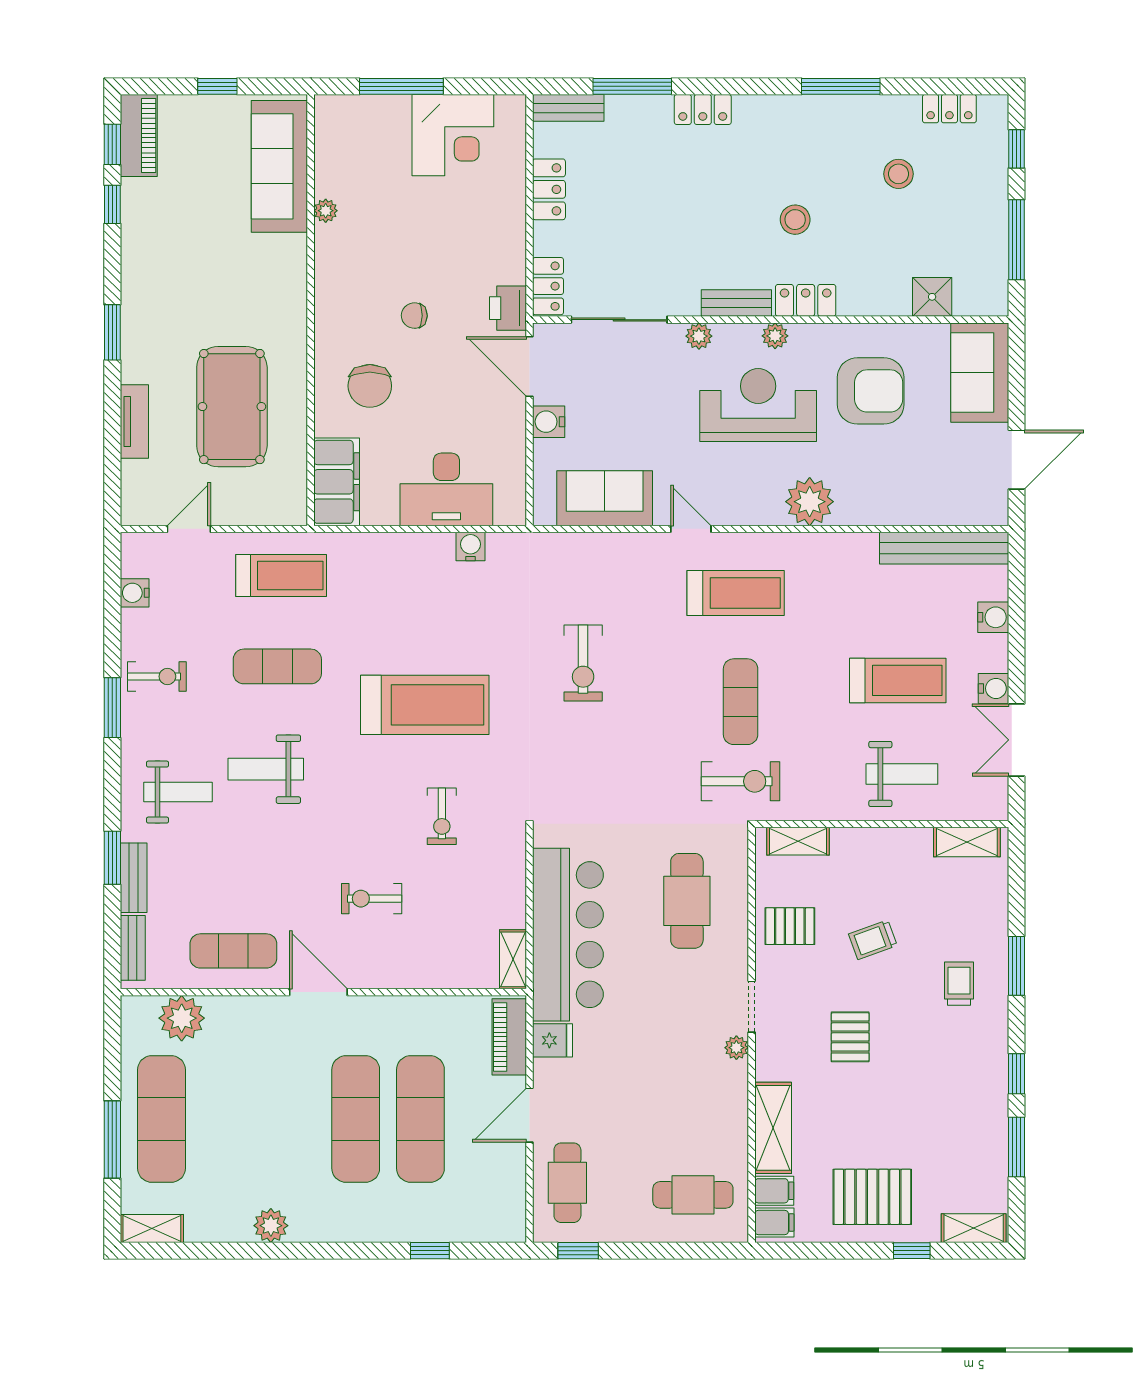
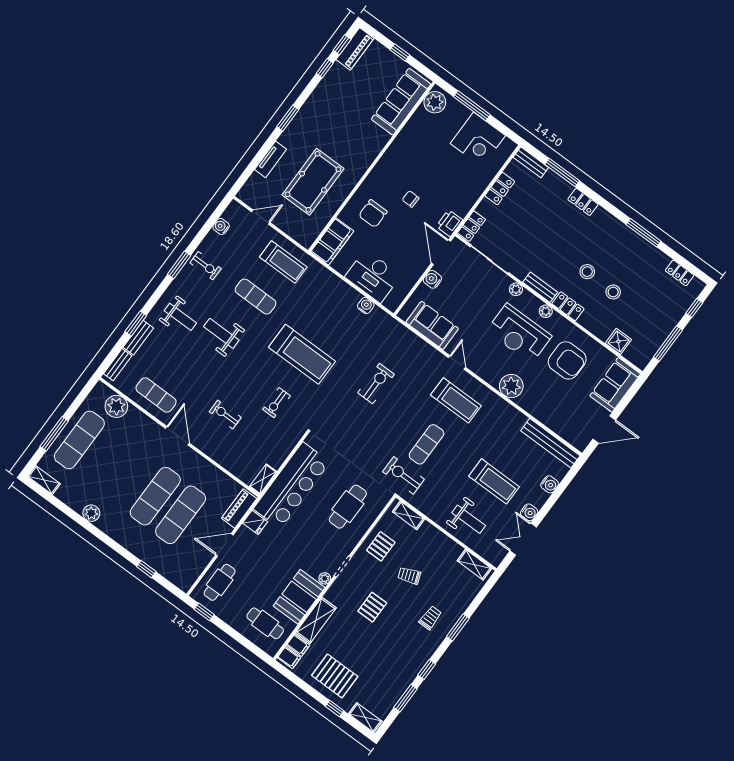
stool: (898, 174) -> (613, 292), moved
plant: (326, 211) -> (435, 102), moved, width x1.87, depth x1.87
reception desk: (758, 405) -> (519, 333), turned 180
exercise bike: (583, 663) -> (376, 384), turned 180
exercise bike: (741, 781) -> (403, 475), turned 180
pallet: (790, 926) -> (381, 546), turned 90
booth: (717, 1109) -> (299, 597), added

